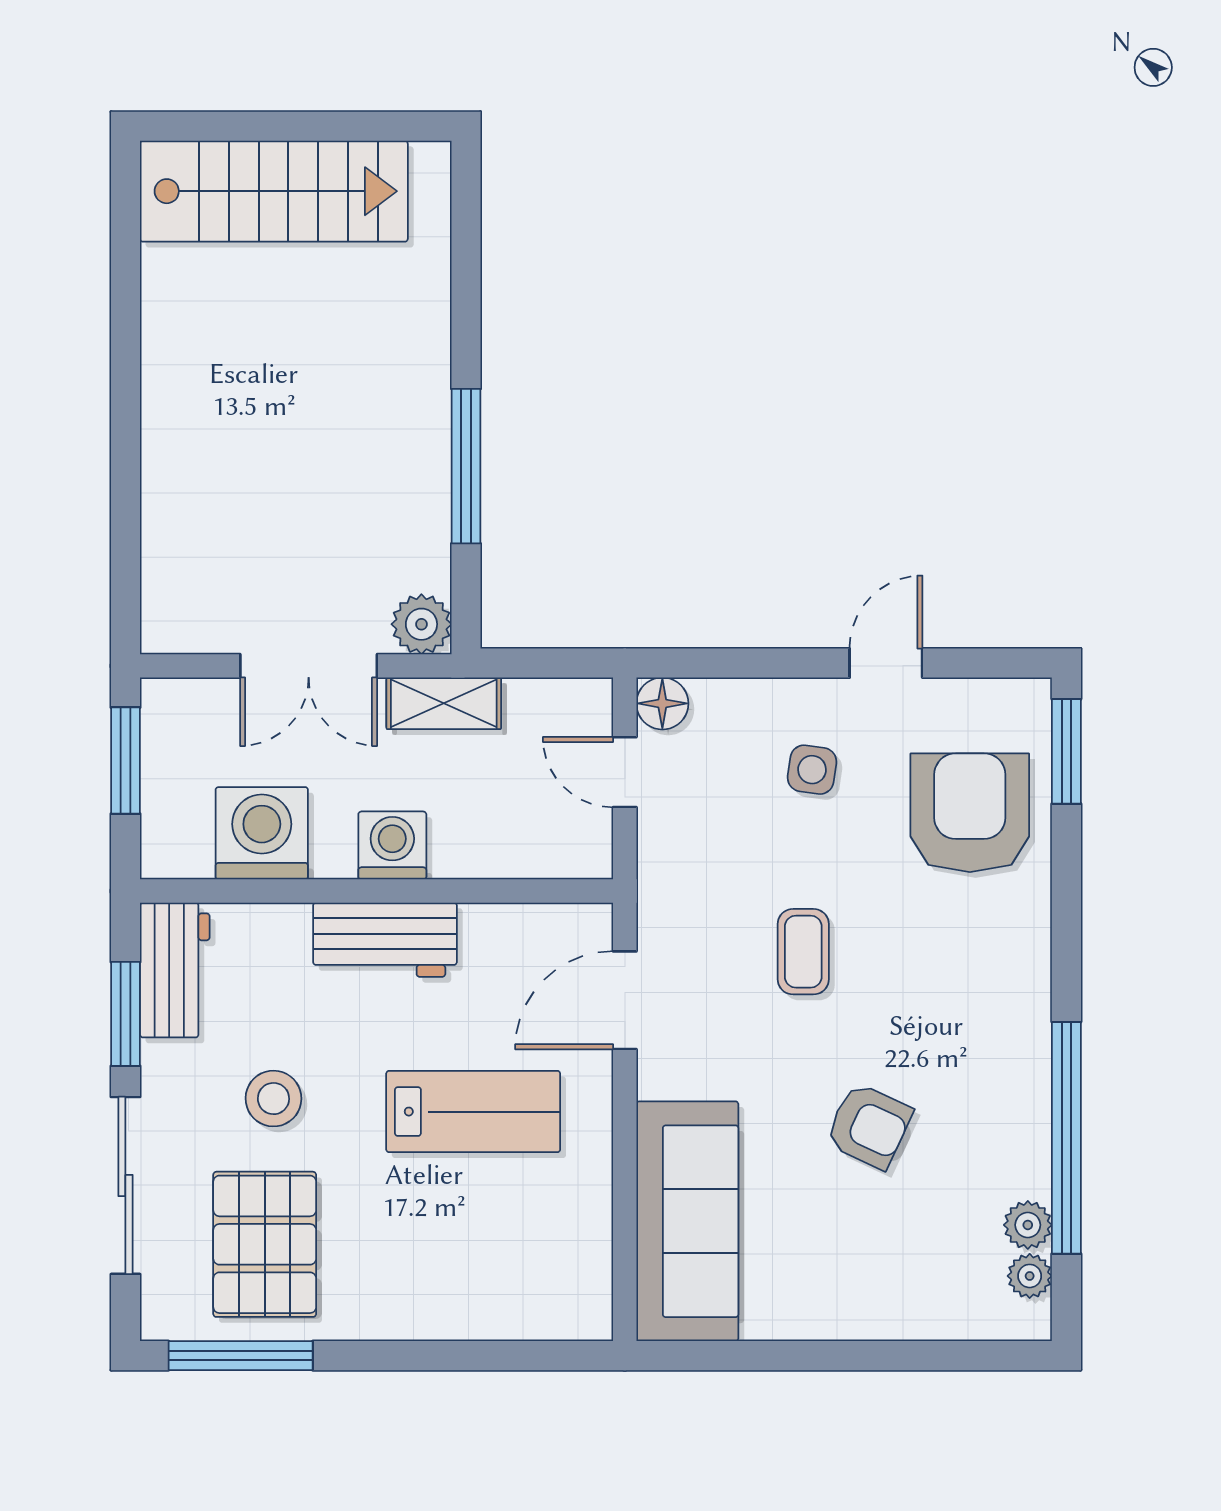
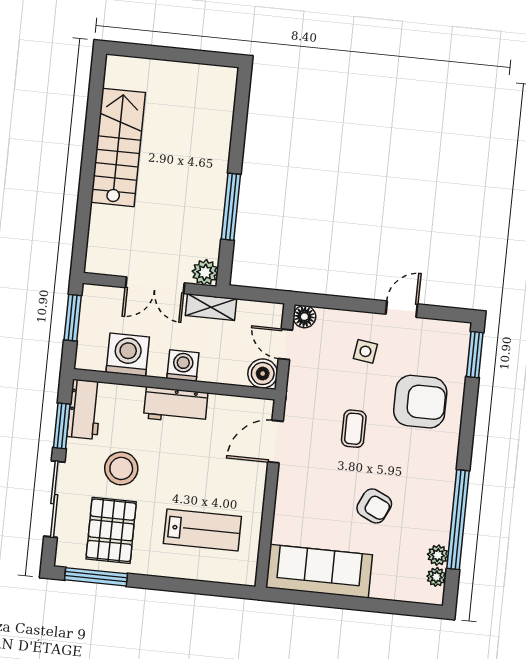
stairs: (274, 191) -> (118, 147), moved, turned -90
armchair: (970, 813) -> (420, 402), moved, turned 90
boiler: (579, 845) -> (263, 374), added
stool: (273, 1099) -> (121, 468), width x1.38, depth x1.38
lab bench: (473, 1112) -> (202, 530), moved
sofa: (687, 1221) -> (319, 571), moved, turned -90

